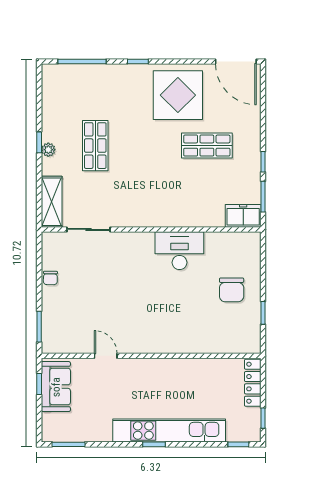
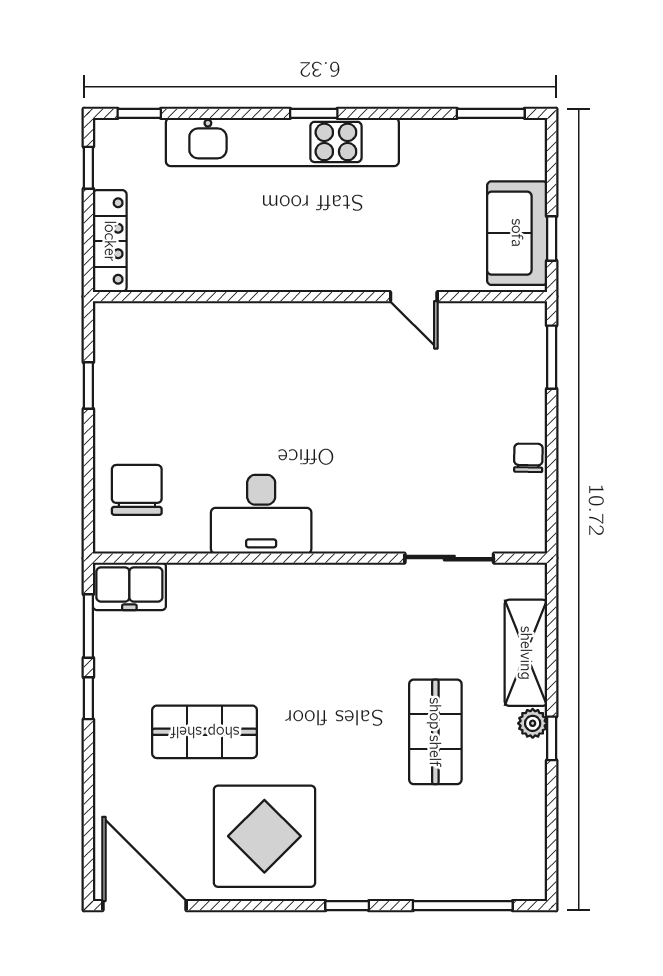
shelving: (52, 202) -> (526, 653), moved
chair: (232, 290) -> (137, 490), moved

